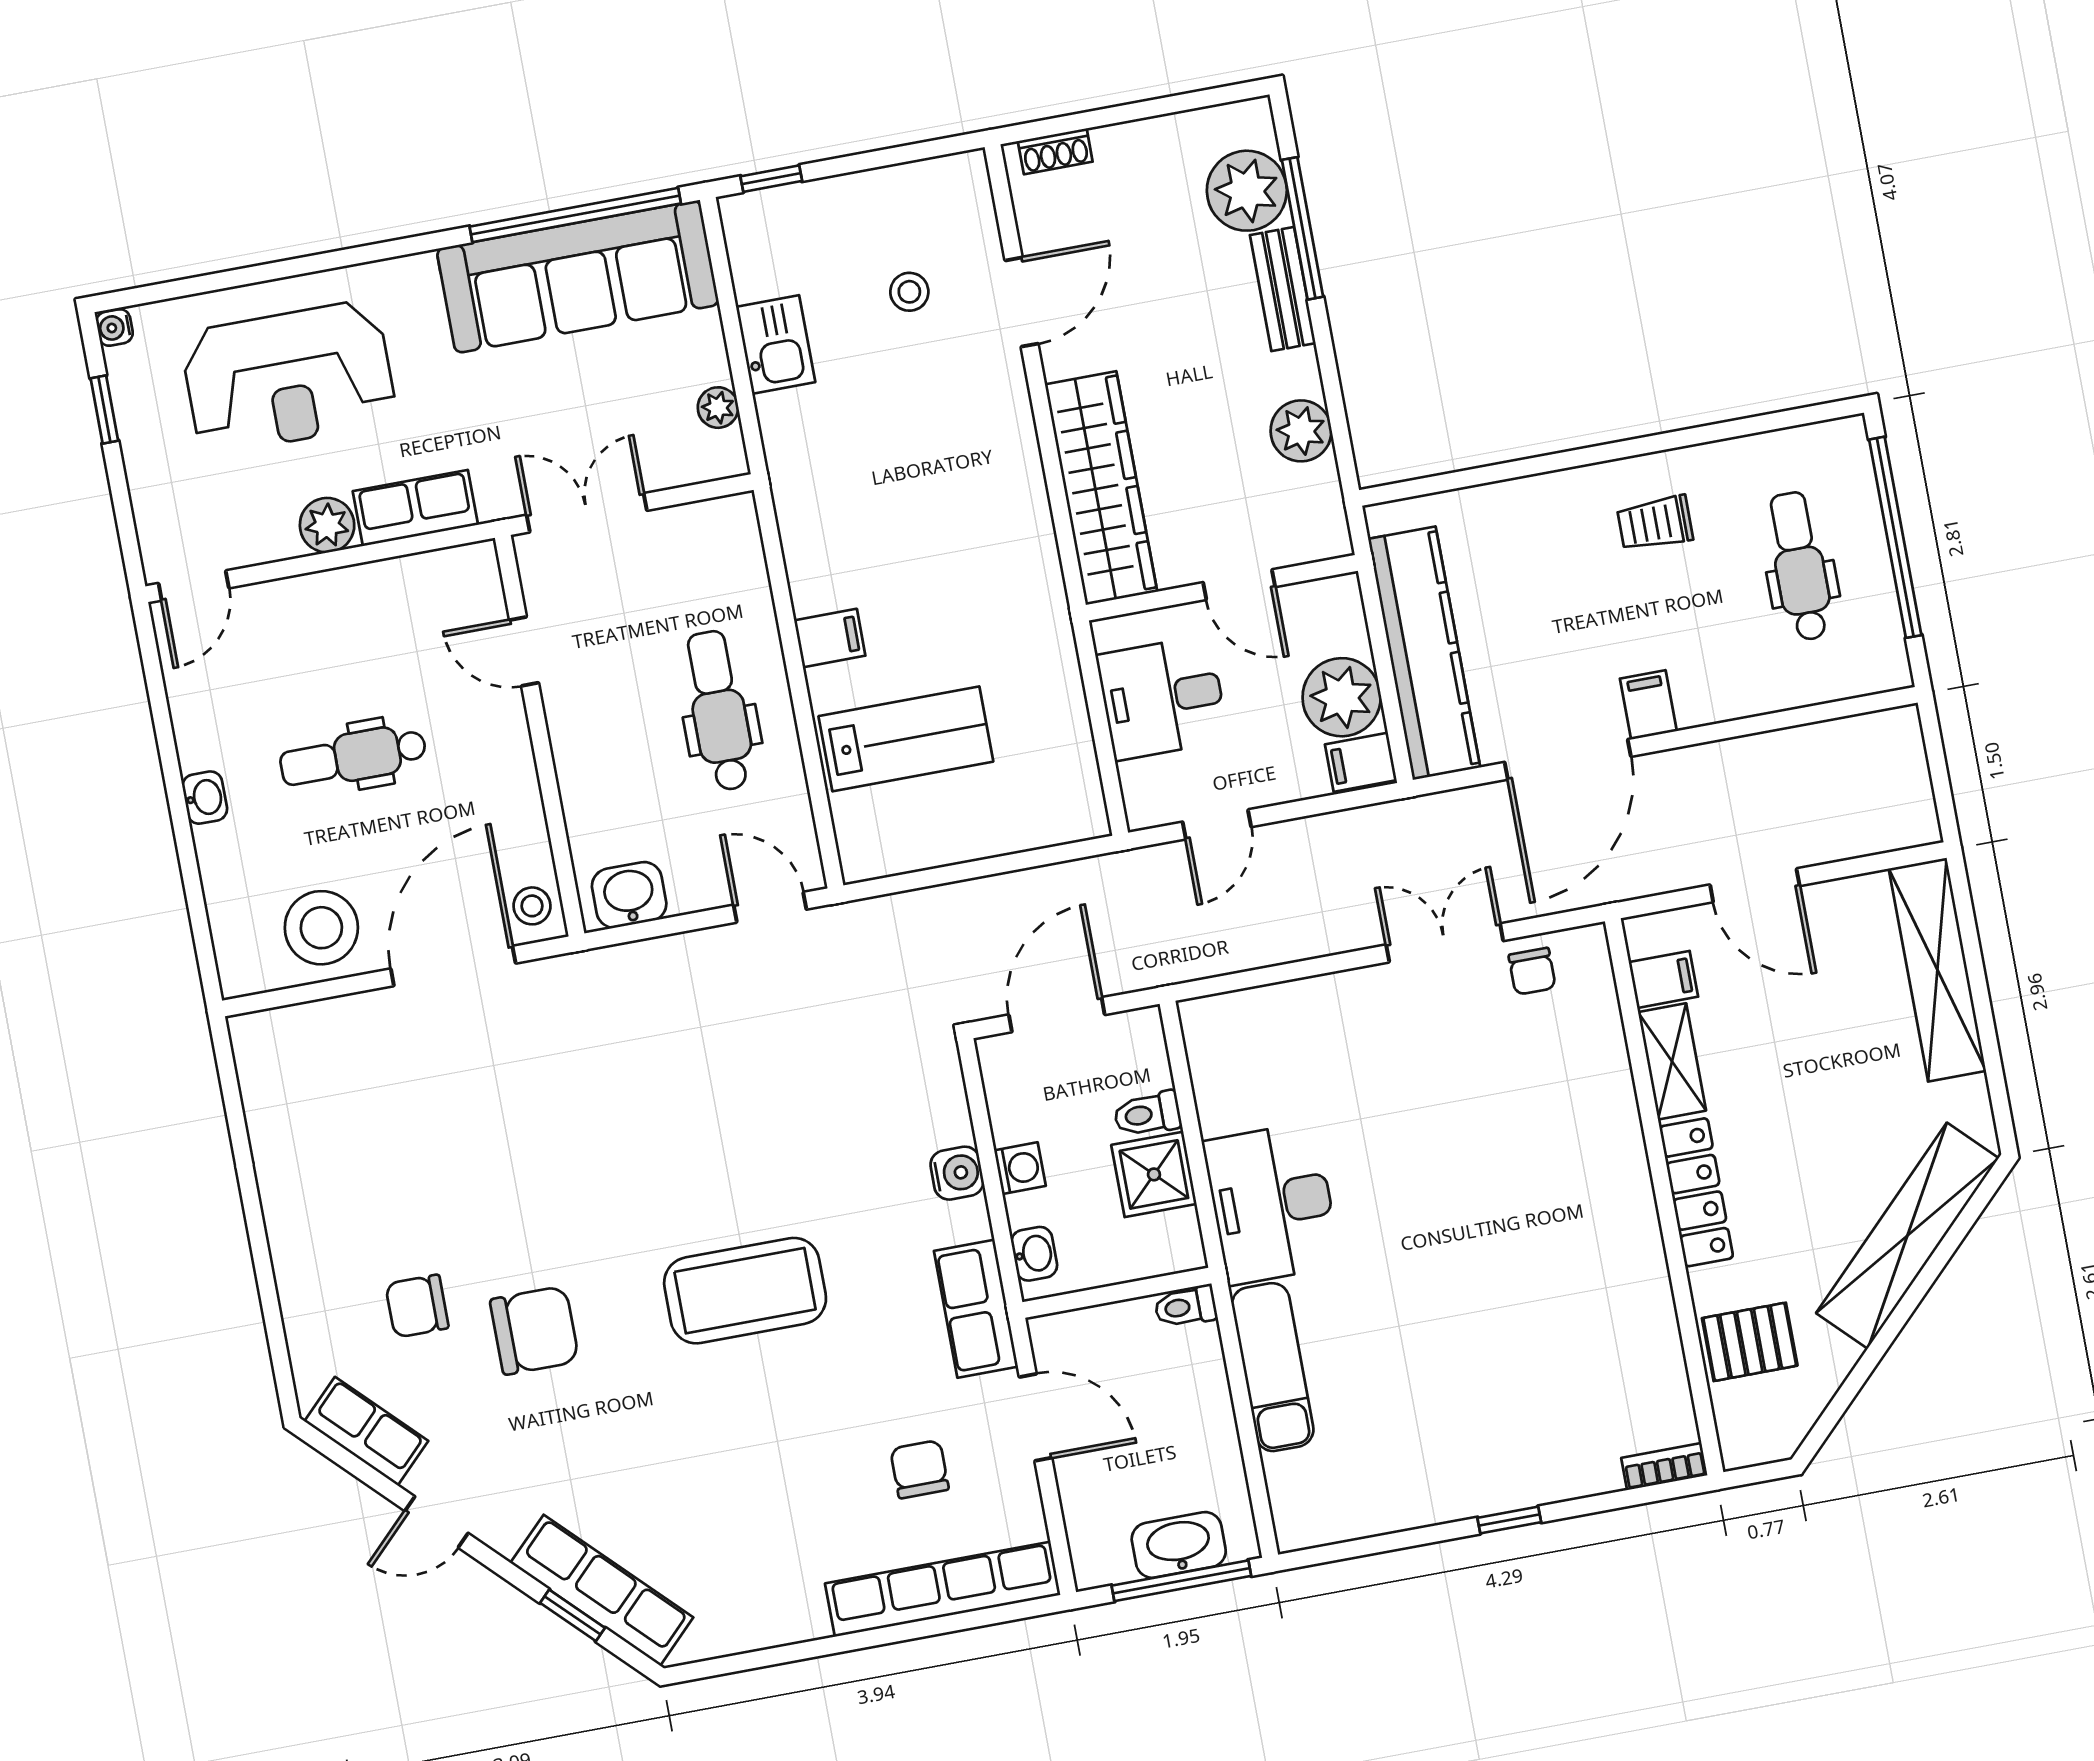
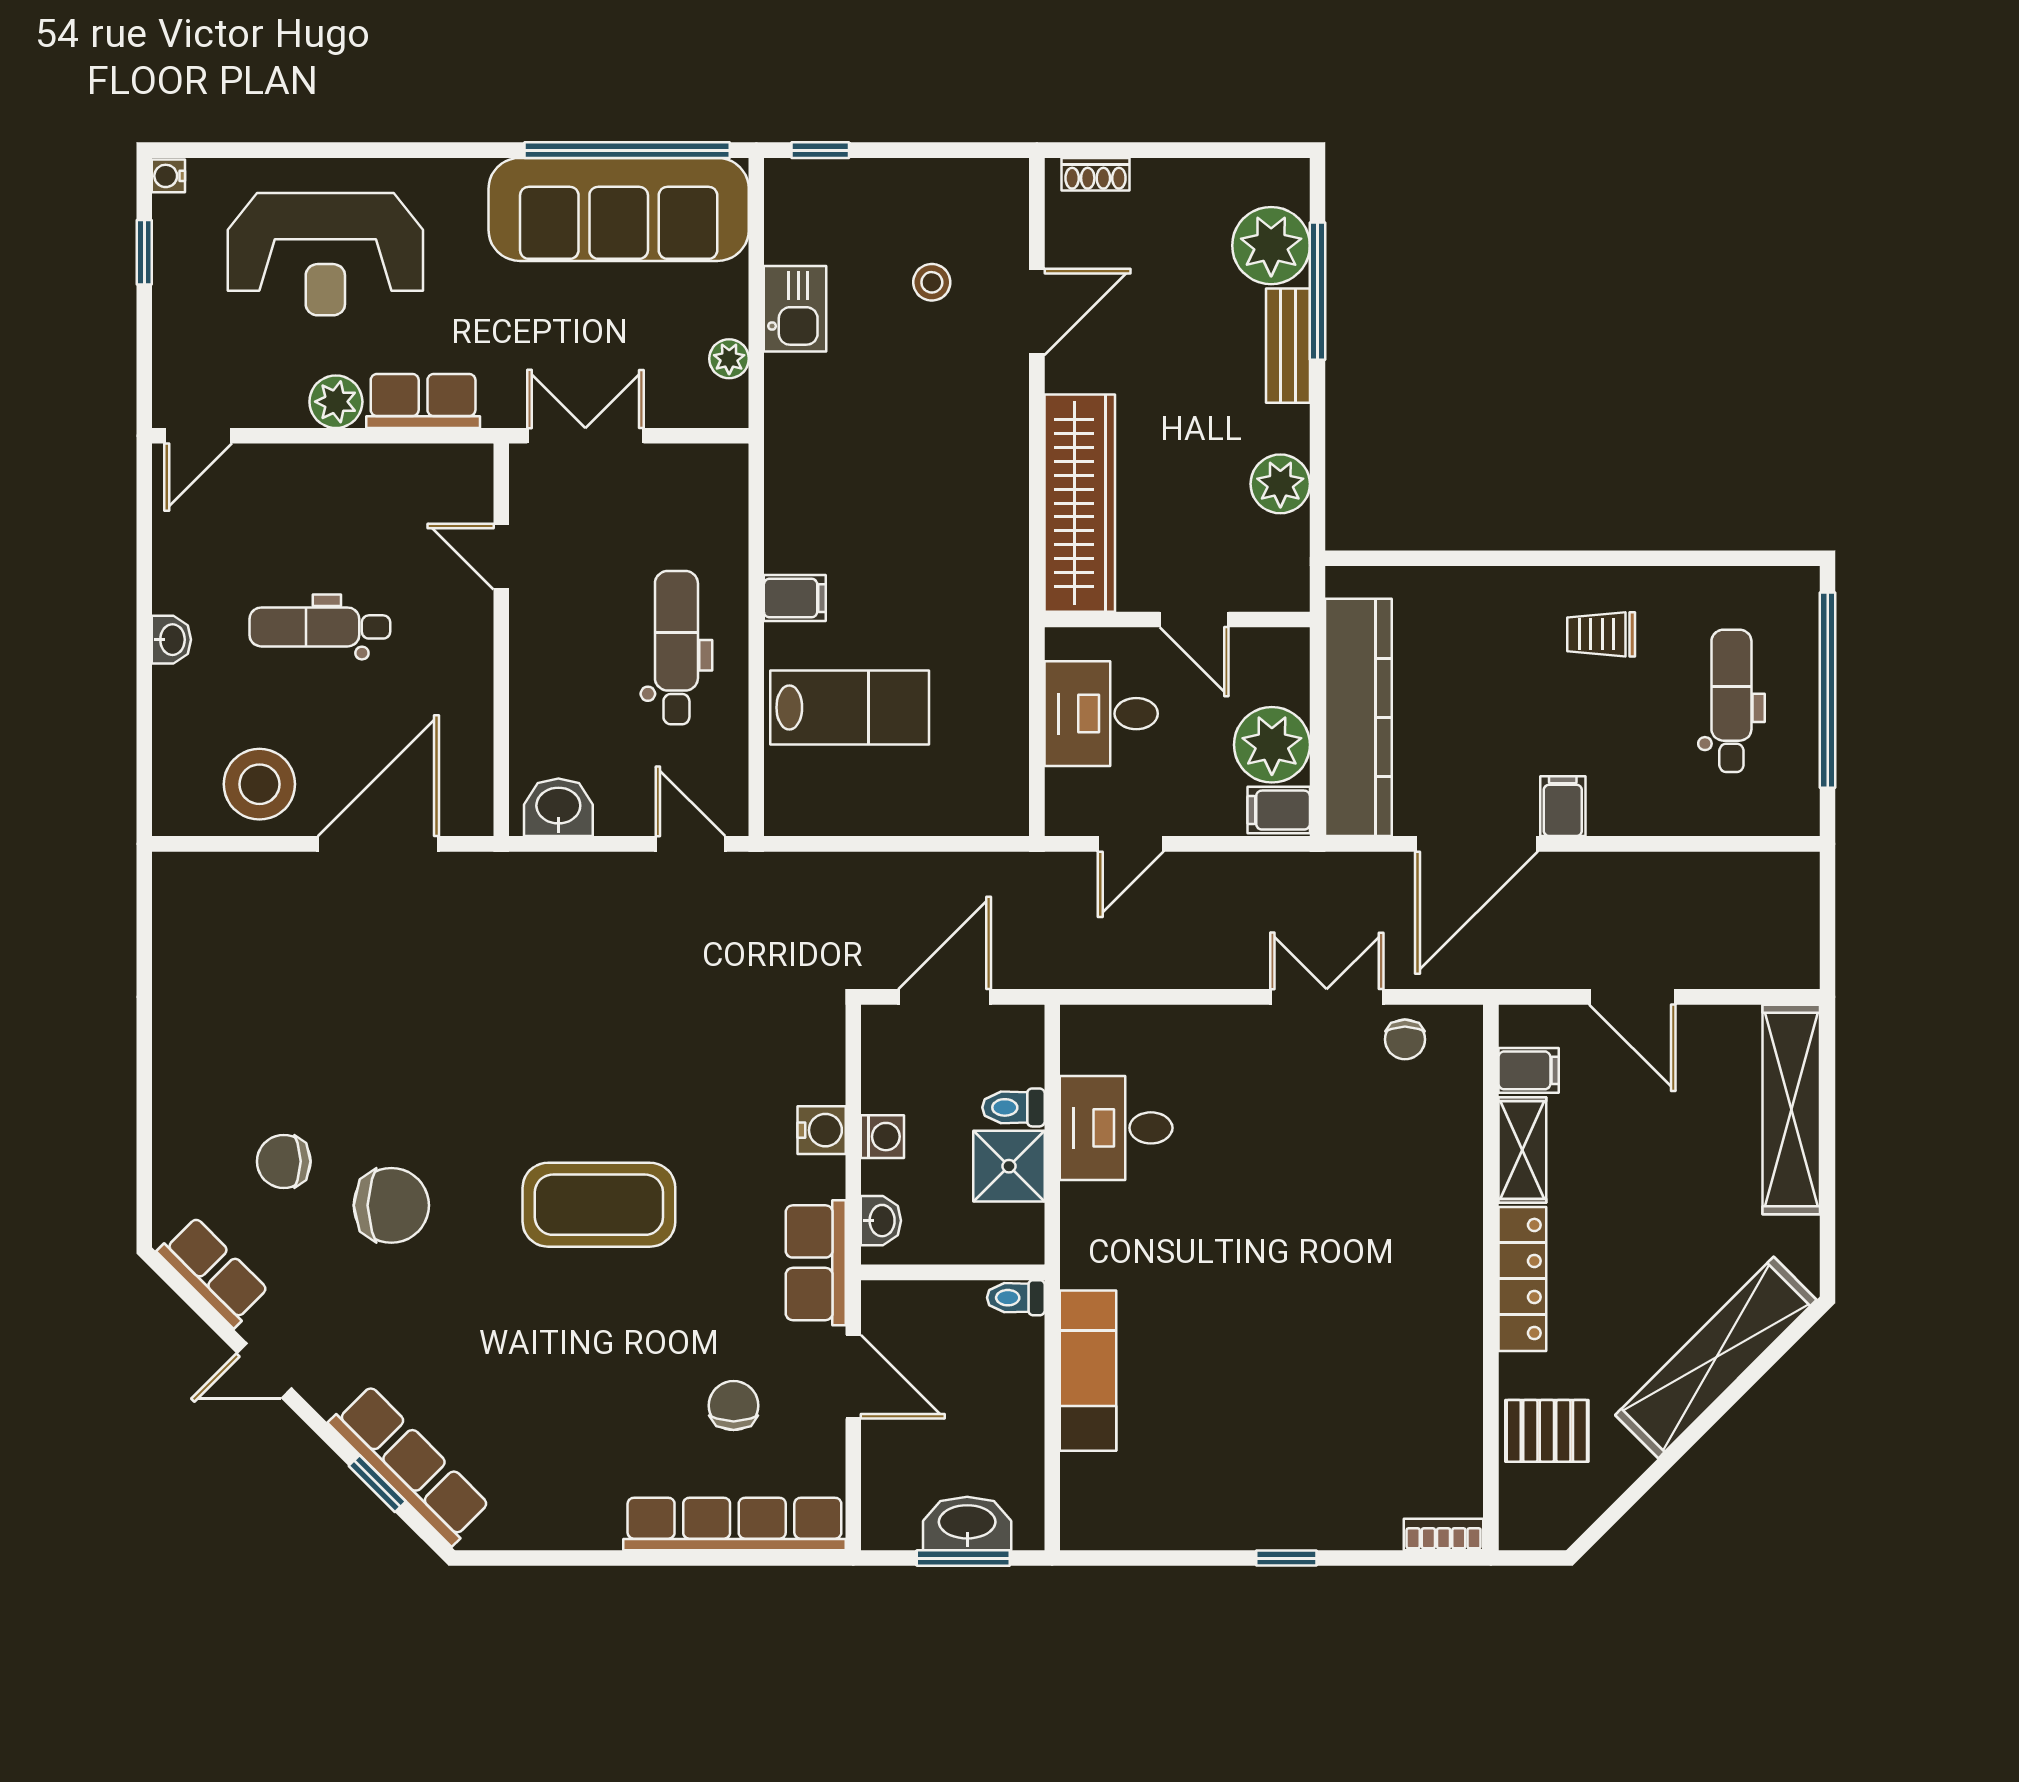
stool: (532, 906) -> (464, 801), removed
desk: (1272, 1203) -> (1116, 1128), moved, width x0.73
window: (1181, 1581) -> (963, 1558), width x0.69

